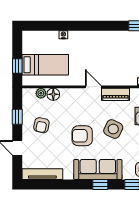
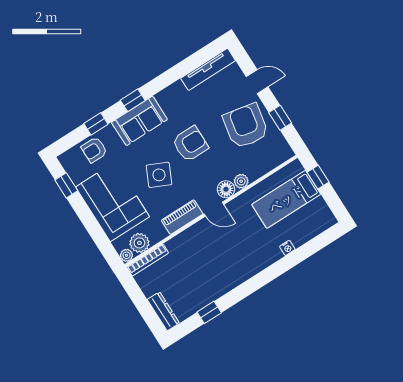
plant: (41, 93) -> (241, 181), moved
floor lamp: (53, 94) -> (226, 189), moved
armchair: (41, 125) -> (246, 126), width x1.88, depth x1.88
sofa: (98, 169) -> (139, 121), width x0.73

